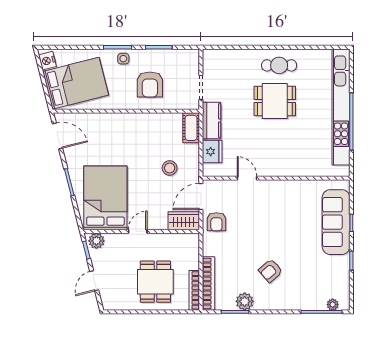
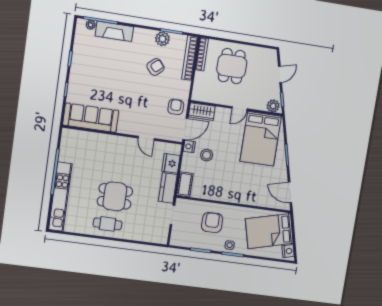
kitchen unit: (341, 107) -> (60, 197), width x0.73
nightstand: (193, 175) -> (189, 147), added
sofa: (336, 222) -> (91, 118), moved, turned -90
armchair: (271, 271) -> (155, 67), moved
fireplace: (303, 301) -> (114, 31), added

